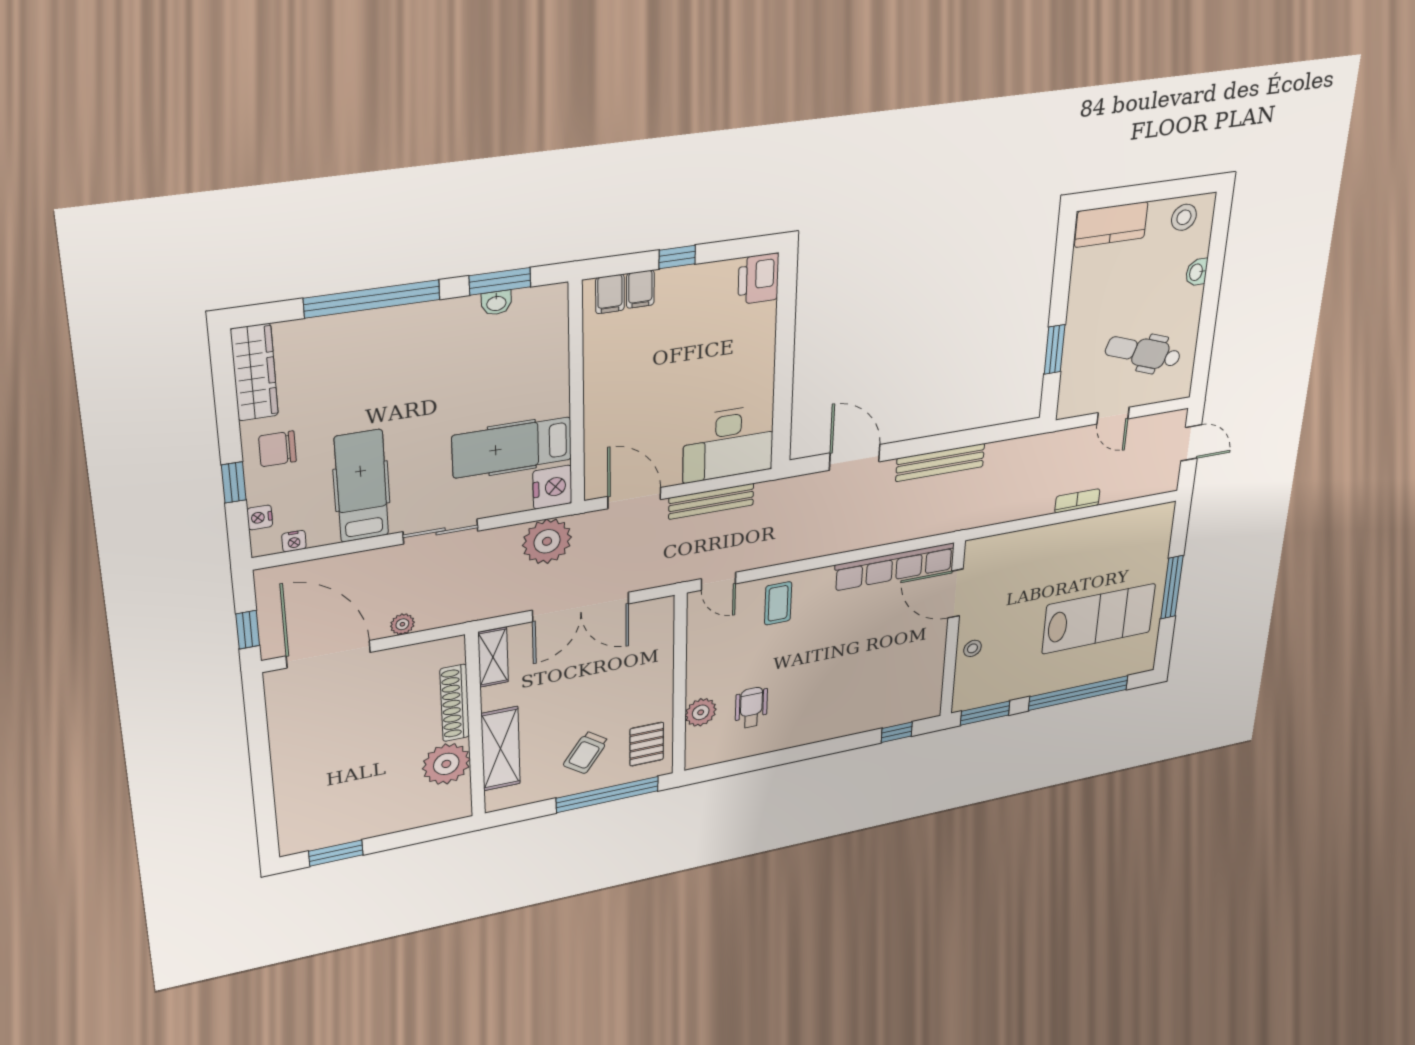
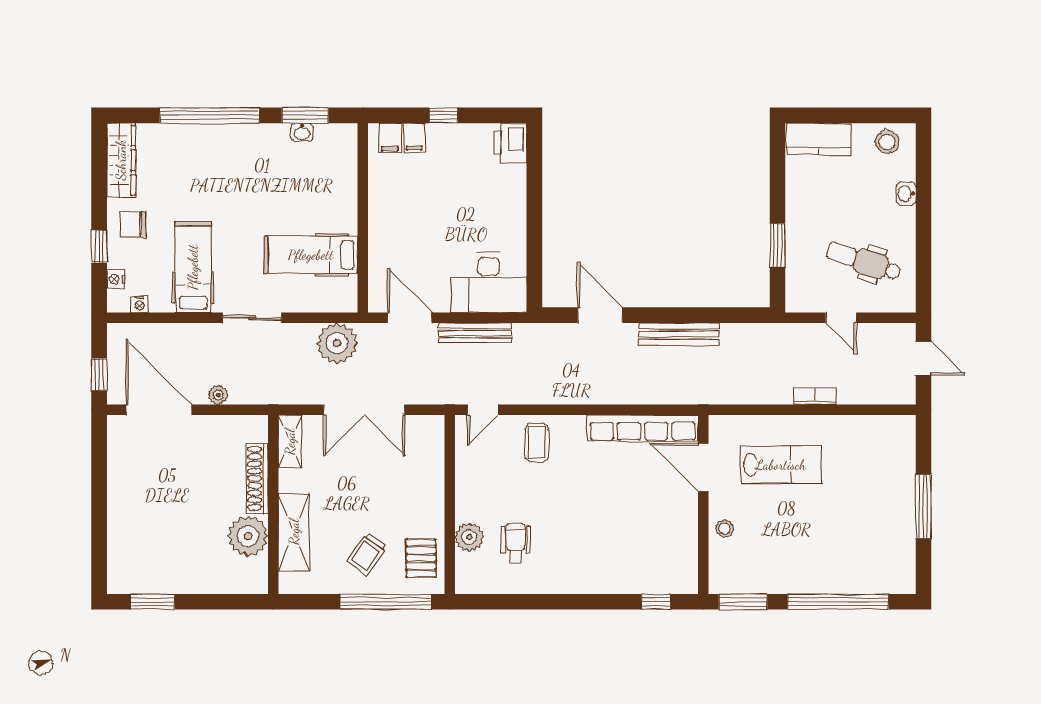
nightstand: (552, 487) -> (342, 295), removed
door: (719, 581) -> (483, 410), hinge flipped
lab bench: (1099, 619) -> (781, 465), moved, width x0.73, depth x0.72

